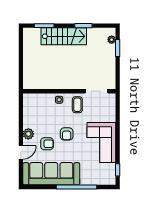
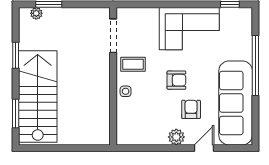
stairs: (64, 36) -> (38, 96), width x1.36, depth x1.51
door: (21, 152) -> (204, 148), hinge flipped

